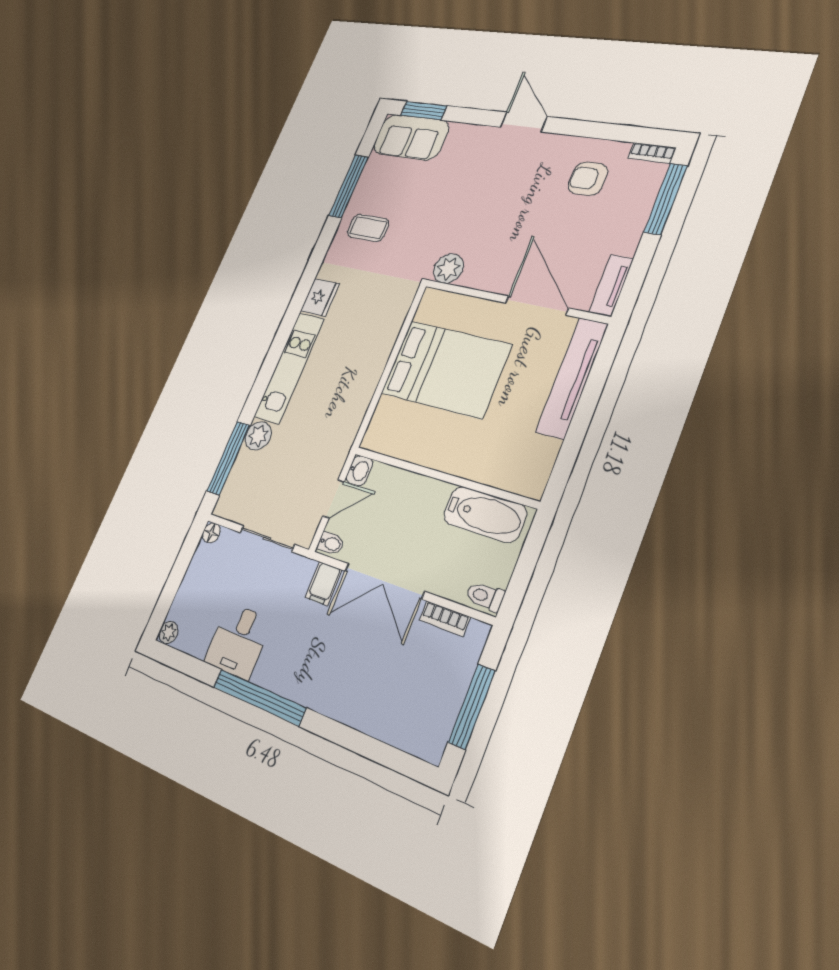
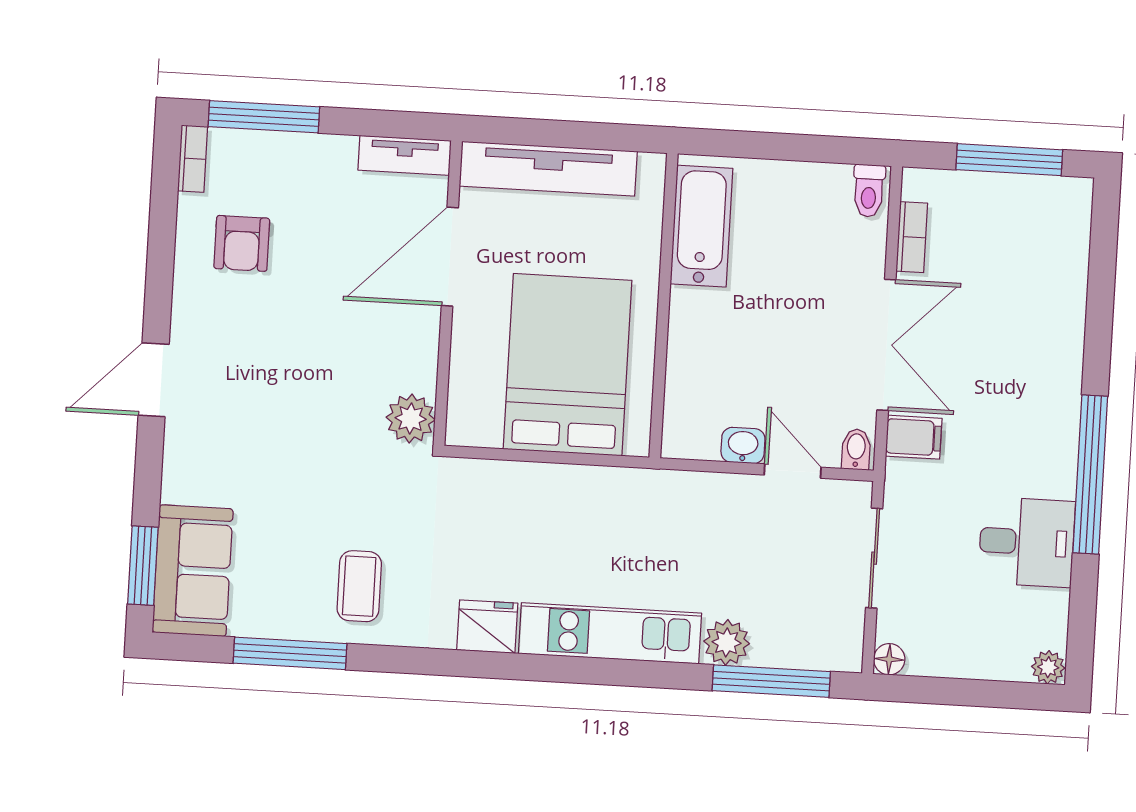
wall: (444, 477) -> (664, 306), moved
bathtub: (485, 514) -> (701, 226), moved

